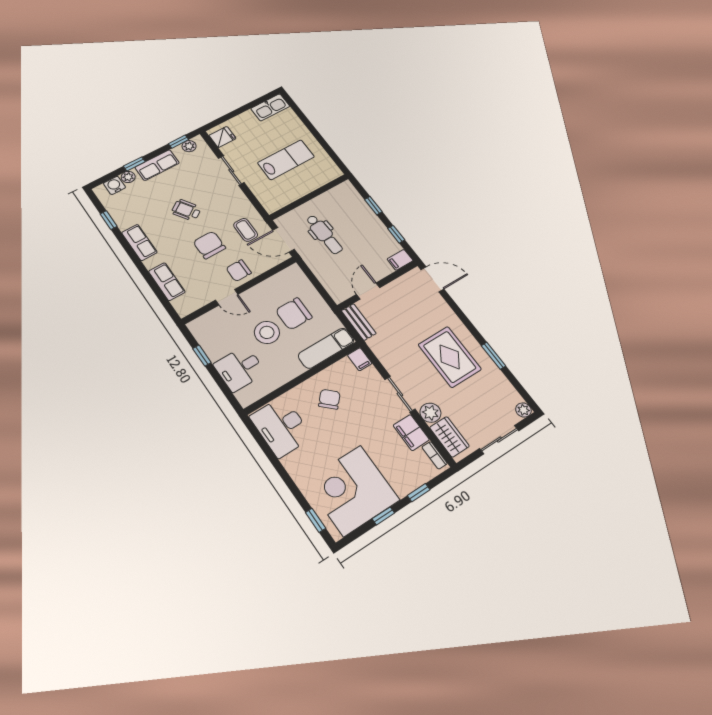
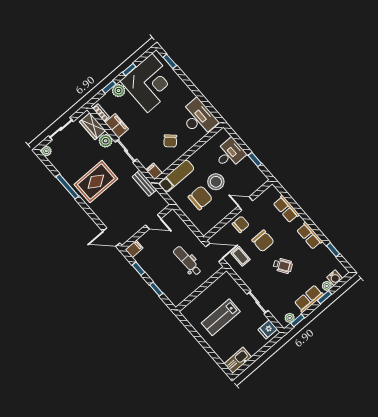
door: (368, 291) -> (153, 222), hinge flipped
bench: (359, 322) -> (144, 183), moved
window: (494, 356) -> (67, 186), width x1.44
rug: (450, 357) -> (96, 182), turned 90
plant: (404, 485) -> (119, 91), added

